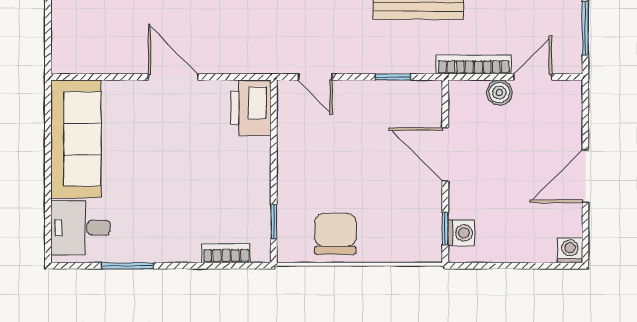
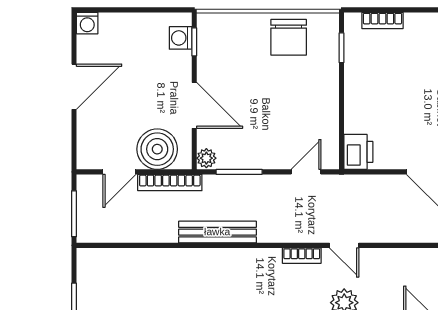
door: (315, 77) -> (306, 172), hinge flipped
window: (393, 77) -> (239, 172), width x1.50
plant: (431, 93) -> (206, 158), added
boiler: (499, 93) -> (157, 149), width x1.86, depth x1.86
printer: (251, 108) -> (358, 152), width x0.73, depth x0.84

